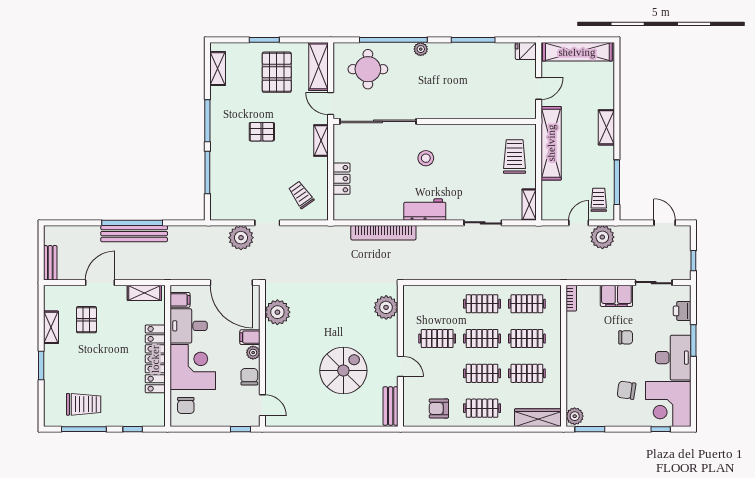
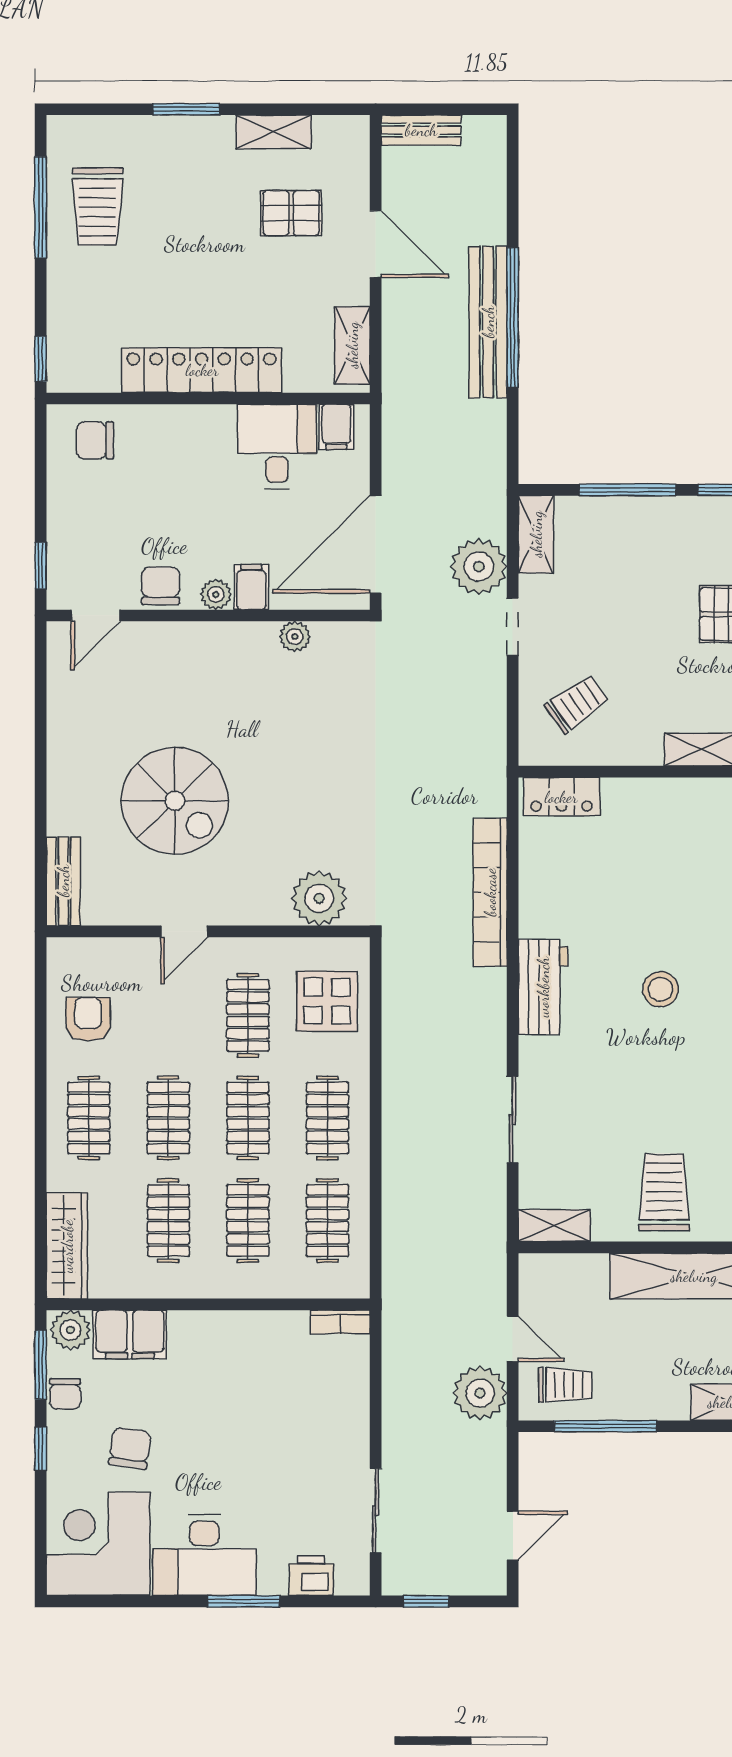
trolley: (515, 157) -> (664, 1192), turned -90
locker: (342, 179) -> (561, 797), moved
shelving: (227, 213) -> (536, 534), added
filing cabinet: (616, 296) -> (130, 1335), moved, turned -90
display table: (431, 304) -> (327, 1001), added
plant: (277, 312) -> (295, 637), width x0.53, depth x0.53
chair: (626, 337) -> (65, 1394), moved
corner desk: (193, 367) -> (183, 456), removed
chair: (249, 377) -> (161, 586), turned -90
bench: (391, 406) -> (63, 881), moved, turned 90
window: (133, 429) -> (41, 359), moved
window: (661, 429) -> (41, 1449), moved

